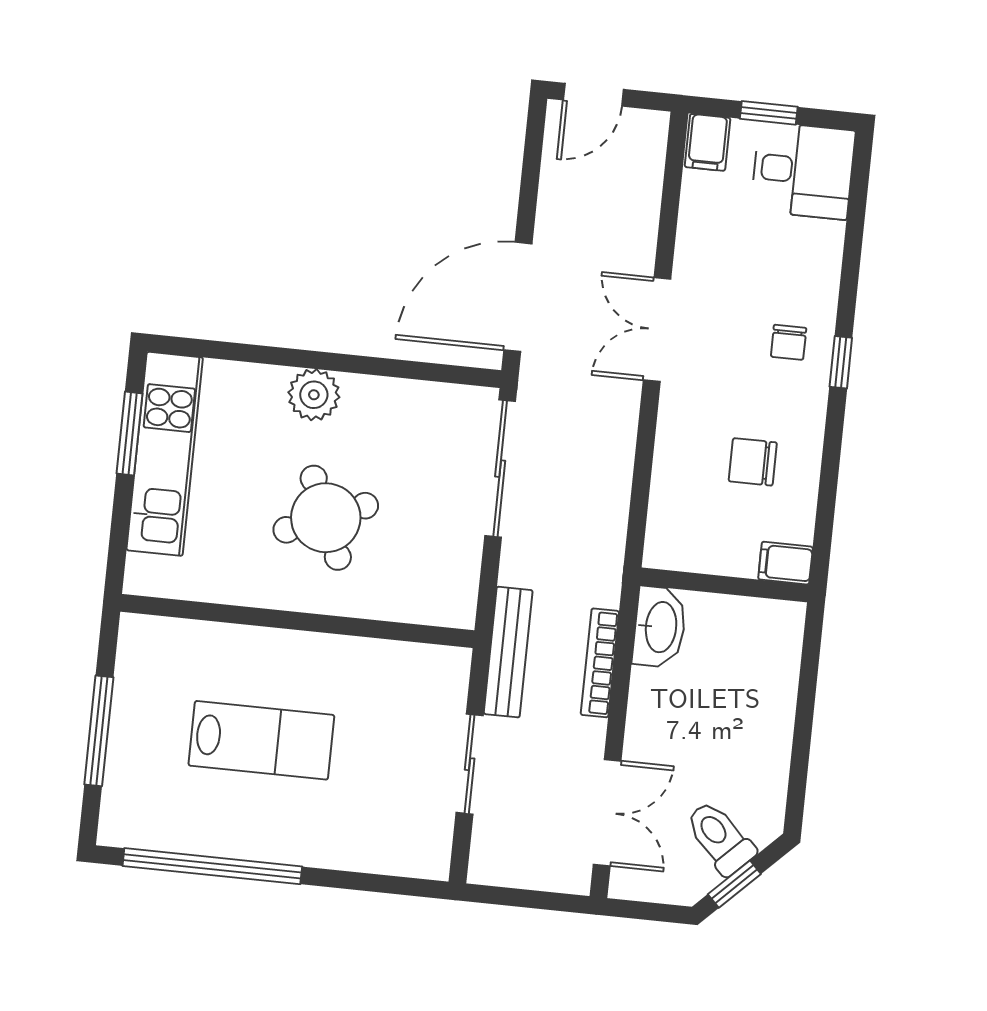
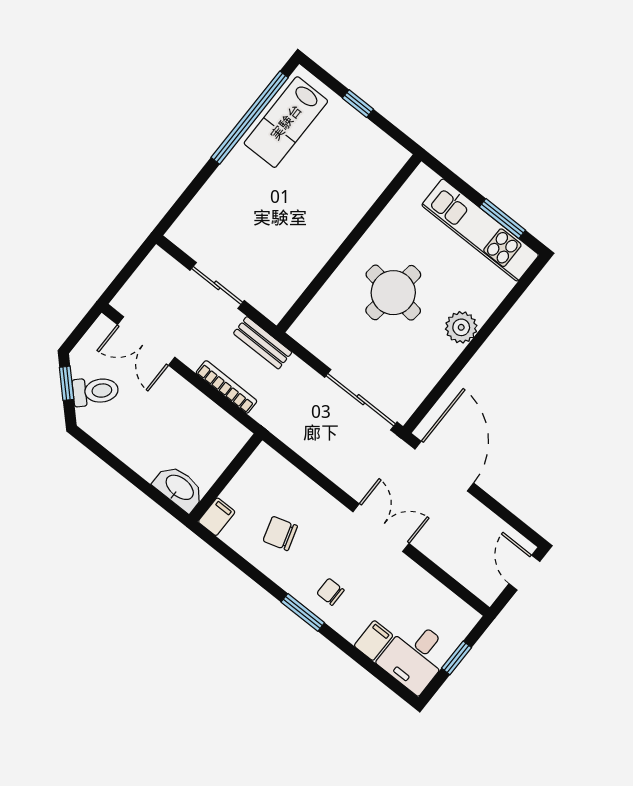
filing cabinet: (708, 142) -> (374, 640), moved, turned 90
window: (841, 362) -> (303, 612), width x1.50
chair: (753, 462) -> (280, 533), turned -107
round table: (326, 518) -> (393, 293), turned 30
washbasin: (660, 627) -> (179, 488), moved, turned 180
bench: (508, 652) -> (263, 343), width x0.73
window: (99, 731) -> (358, 104), width x0.46
lab bench: (261, 740) -> (286, 122), moved

